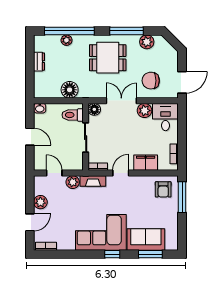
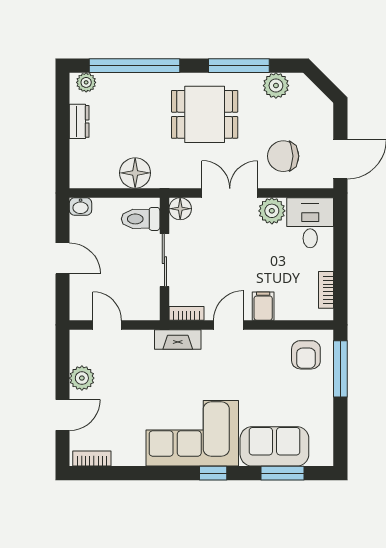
plant: (67, 40) -> (86, 82), moved
filing cabinet: (146, 163) -> (263, 306), width x0.50
plant: (73, 182) -> (141, 342), removed

